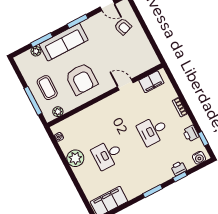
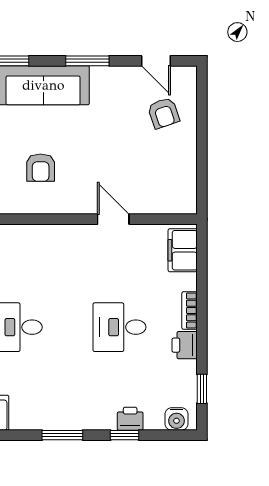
armchair: (81, 79) -> (41, 168), width x0.53, depth x0.53
filing cabinet: (151, 82) -> (183, 250), moved, turned 90
printer: (191, 133) -> (185, 345), moved

